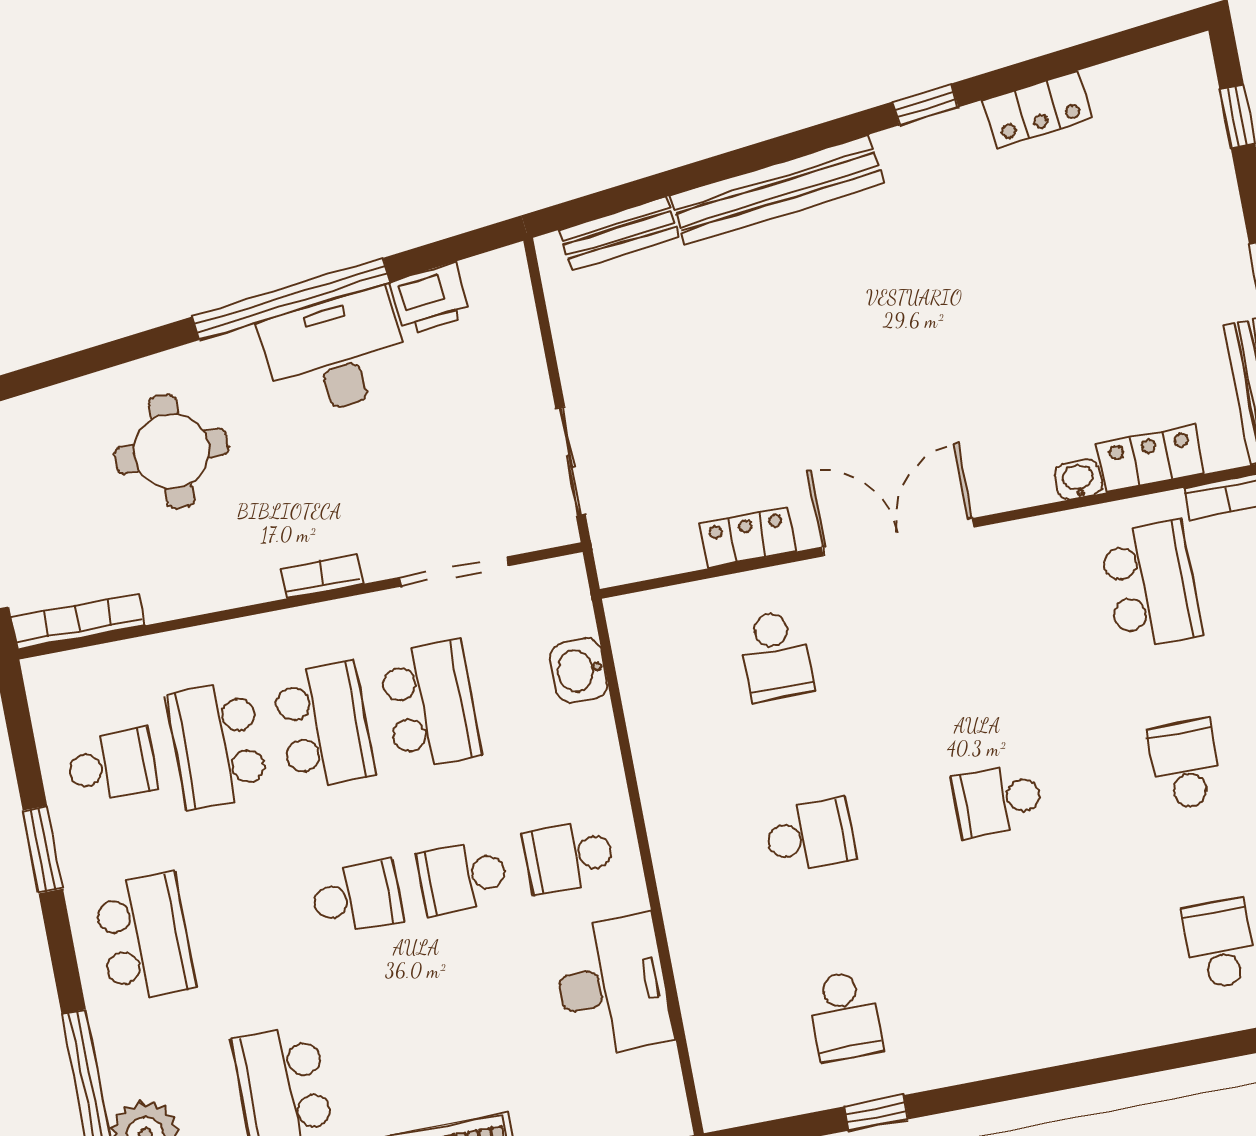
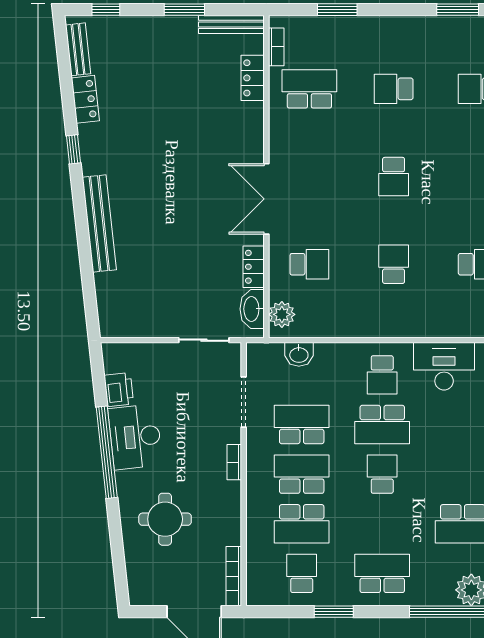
bench: (619, 234) -> (78, 49), moved
washbasin: (1078, 479) -> (252, 309), moved, width x1.91, depth x1.45
plant: (657, 617) -> (282, 314), added
school desk: (463, 877) -> (382, 424), width x1.85

